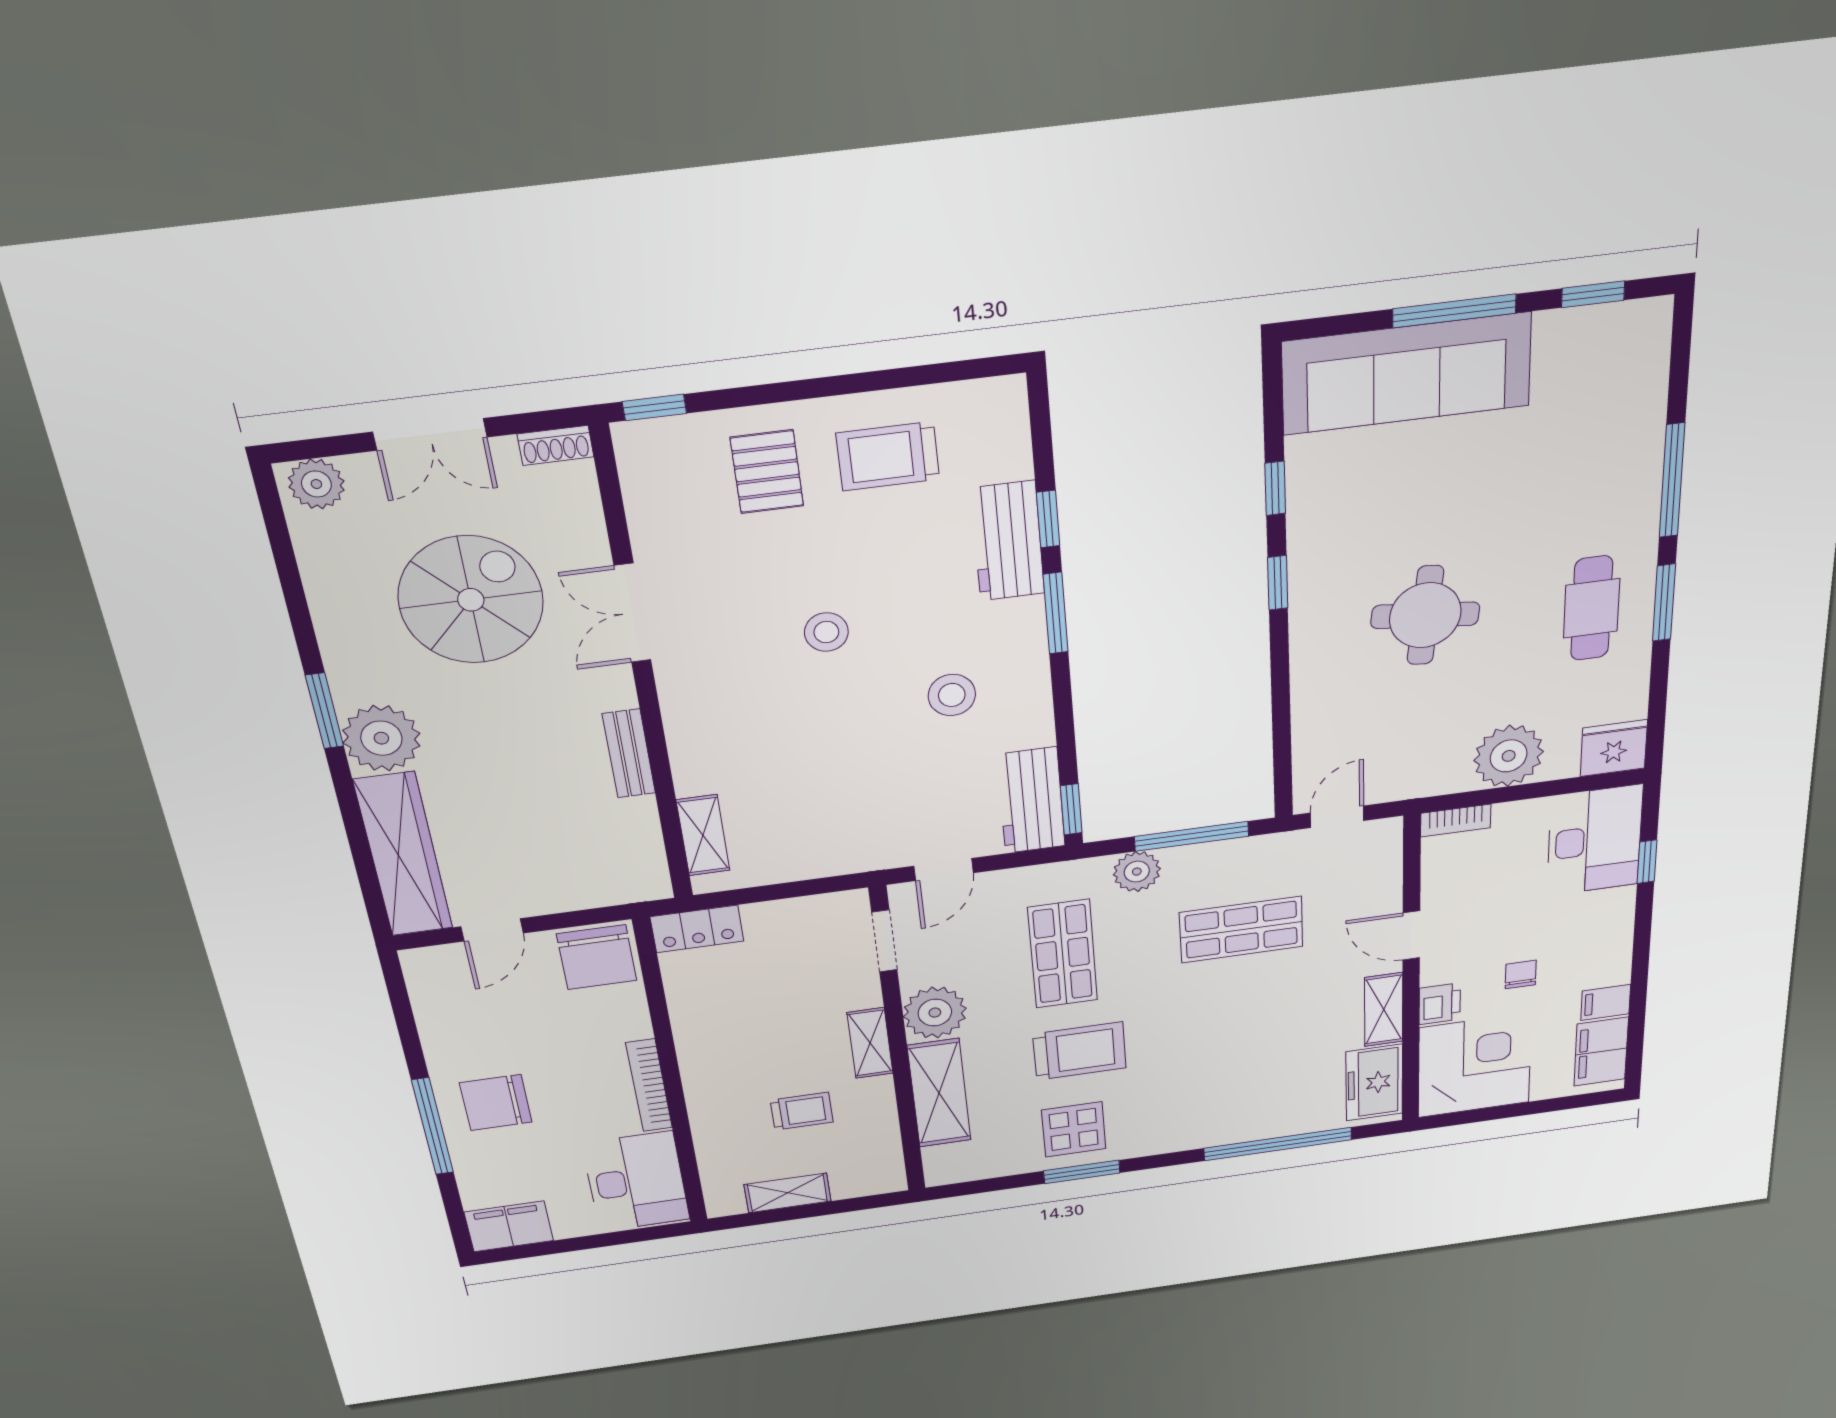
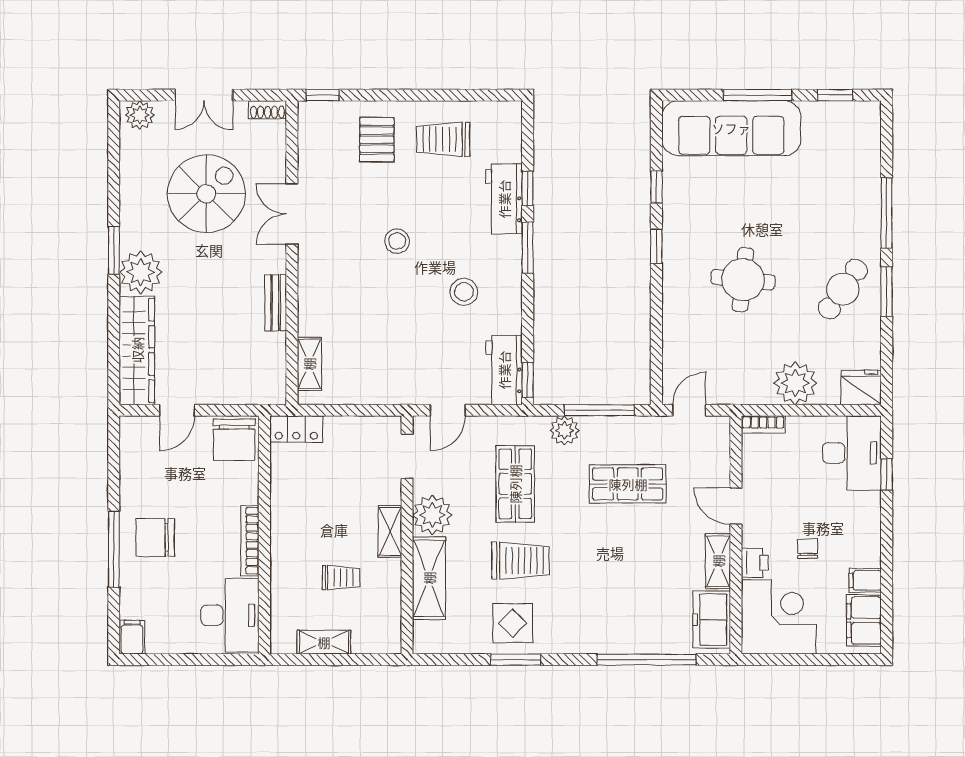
cafe table: (1592, 608) -> (843, 289), turned 35
filing cabinet: (509, 1226) -> (132, 637), width x0.50

